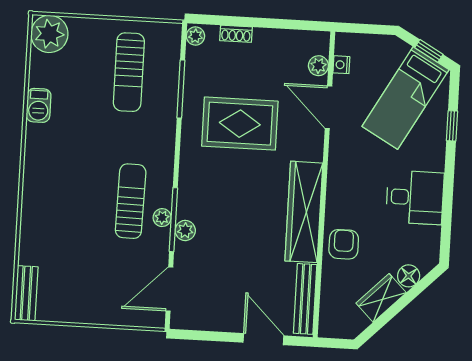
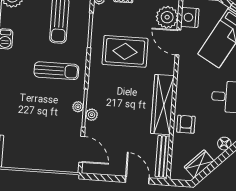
nightstand: (341, 65) -> (190, 17), width x1.89, depth x1.79
plant: (318, 66) -> (167, 17), width x1.88, depth x1.88
sun lounger: (131, 201) -> (56, 71), moved, turned 89
door: (169, 289) -> (82, 149), swing flipped
wardrobe: (381, 298) -> (199, 164), moved

